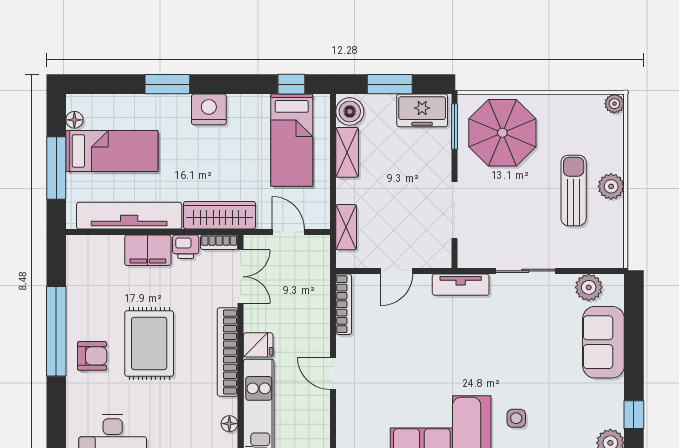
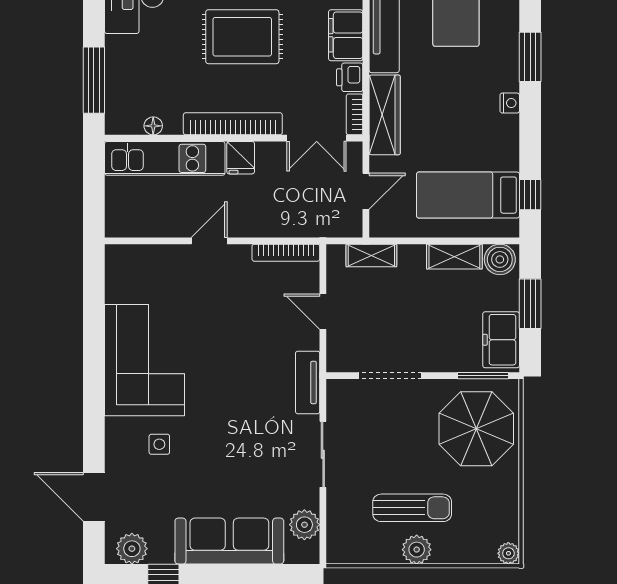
nightstand: (209, 109) -> (510, 103), width x0.53, depth x0.56
sofa: (603, 342) -> (229, 541), width x1.36

